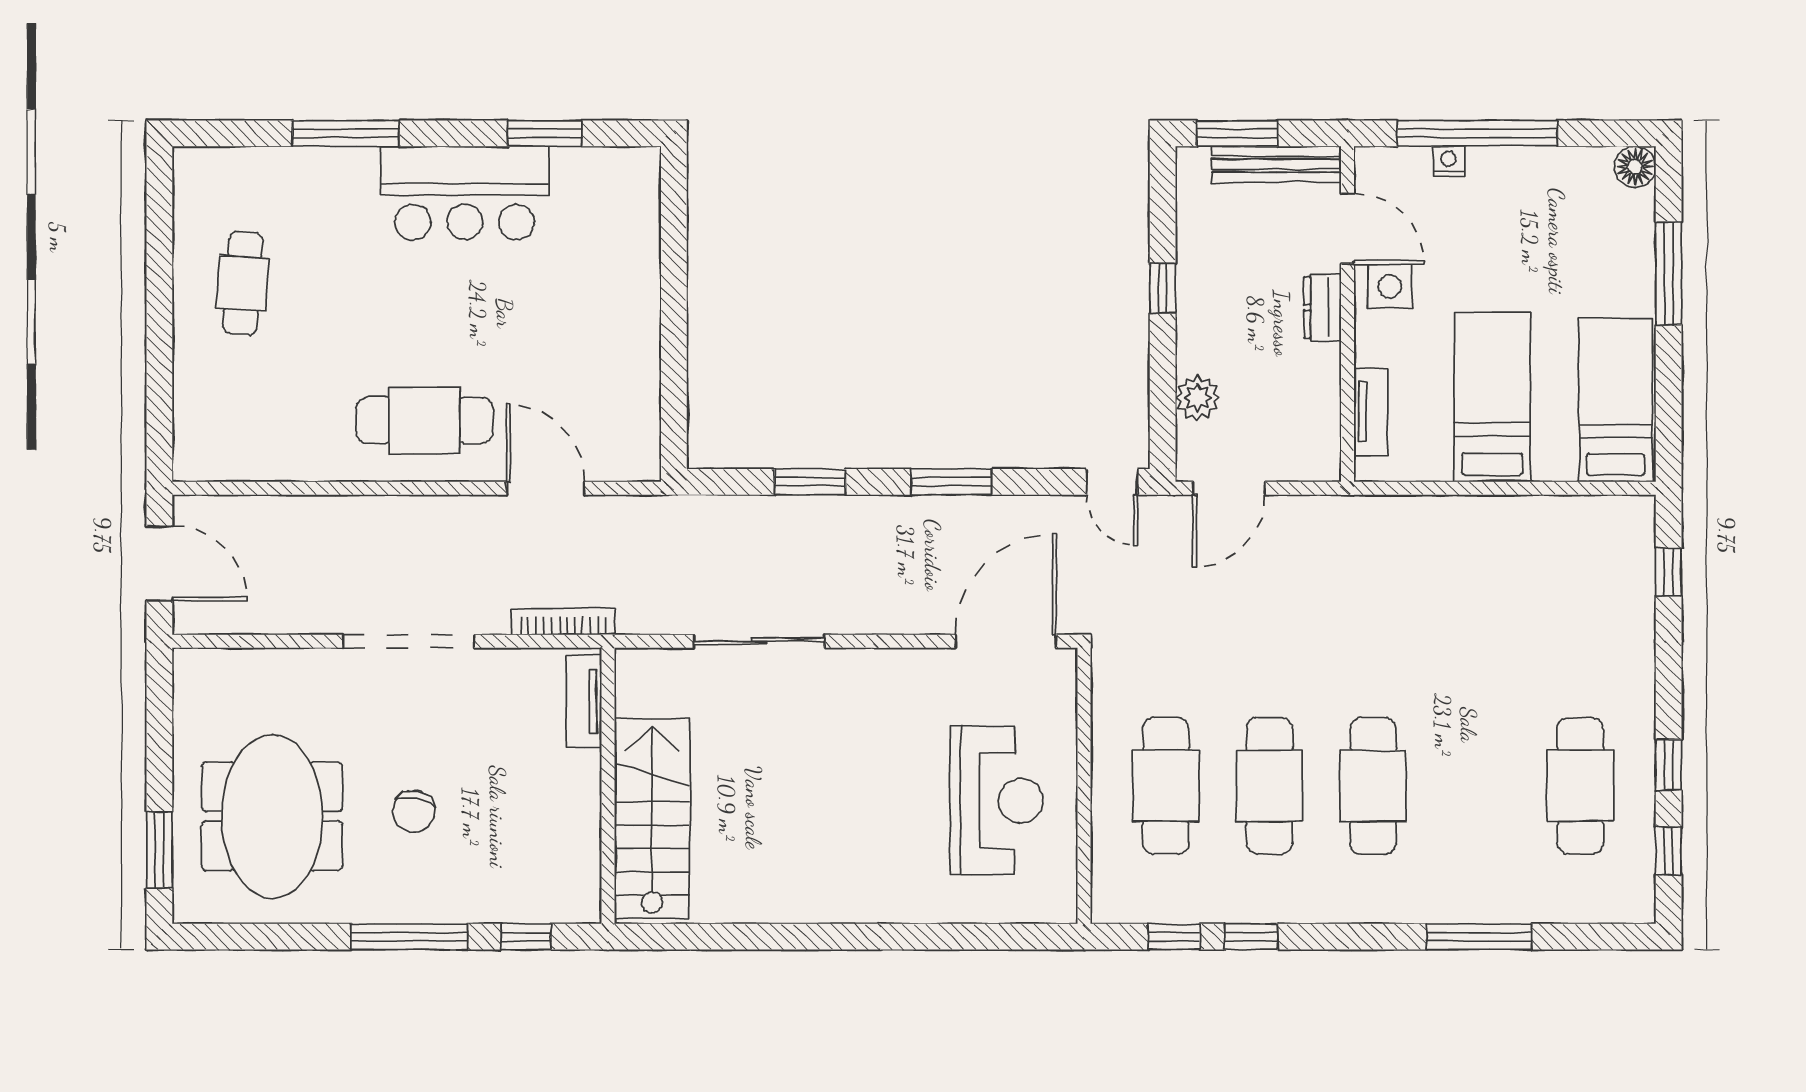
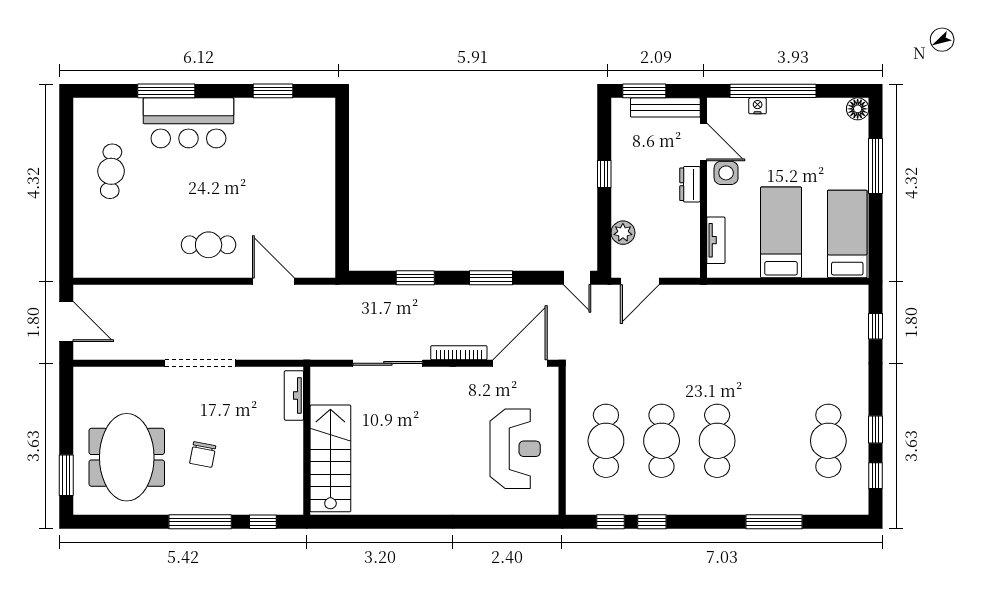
bar counter: (465, 193) -> (188, 123), moved
cafe table: (425, 420) -> (209, 245), width x0.73, depth x0.74
bookcase: (563, 622) -> (459, 353), moved

